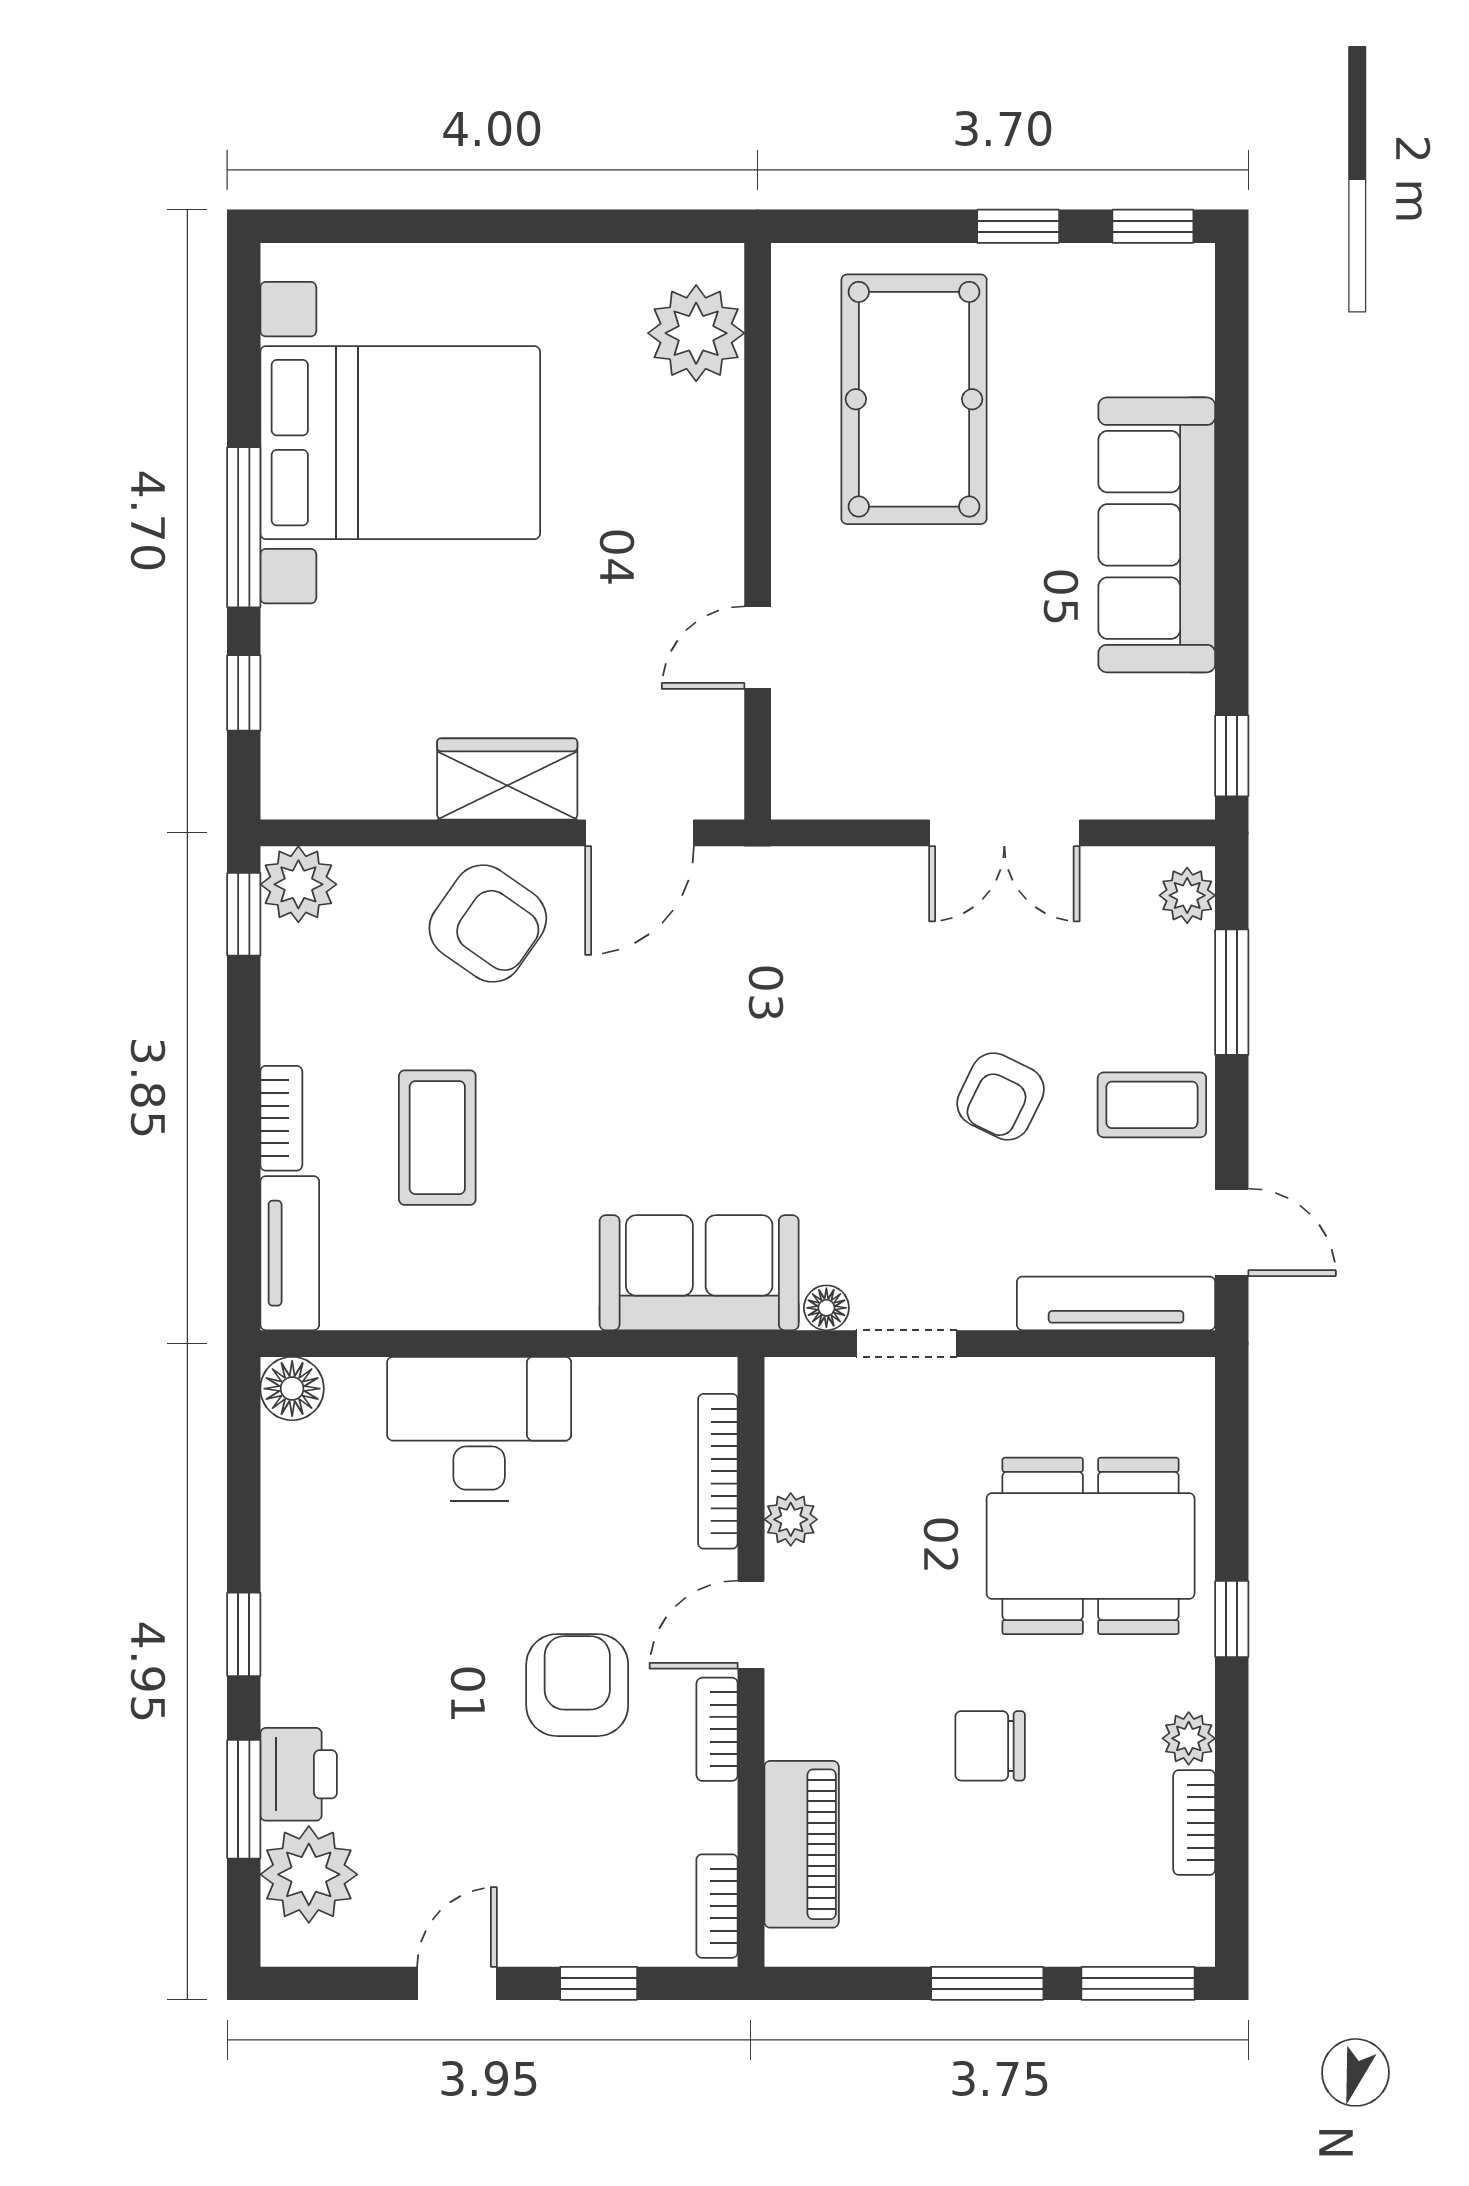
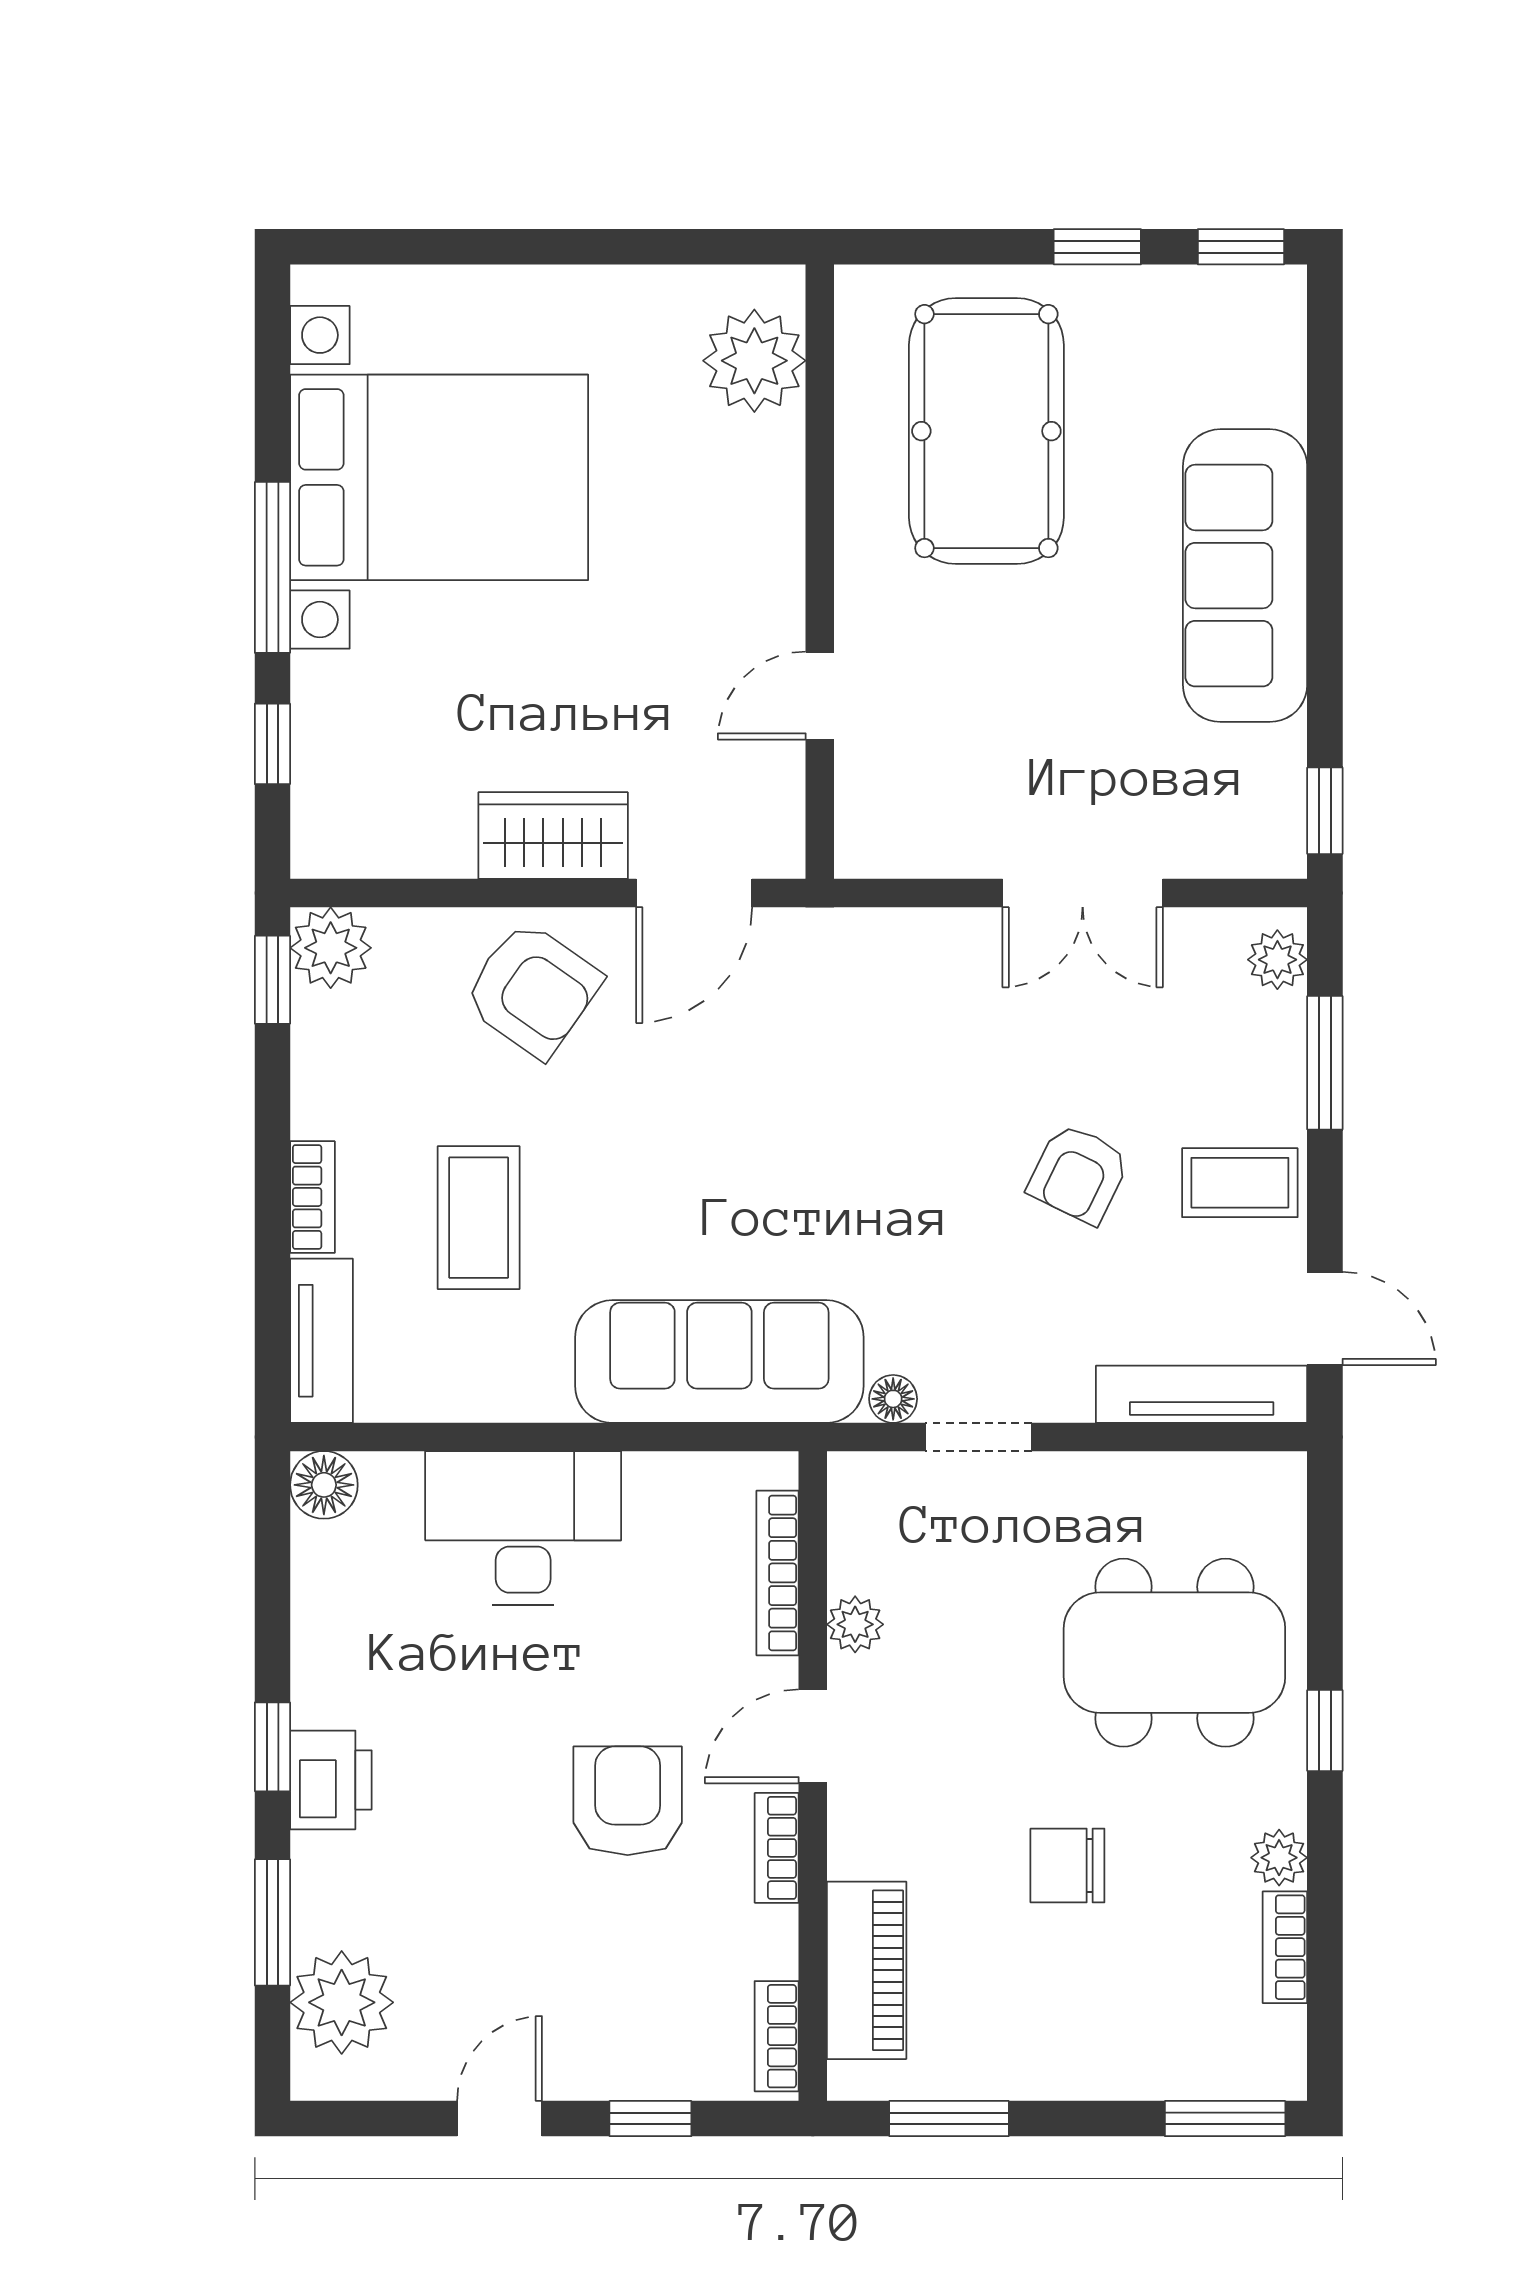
sofa: (699, 1273) -> (719, 1362), width x1.36
printer: (299, 1774) -> (331, 1780), moved
window: (987, 1983) -> (949, 2119), moved

